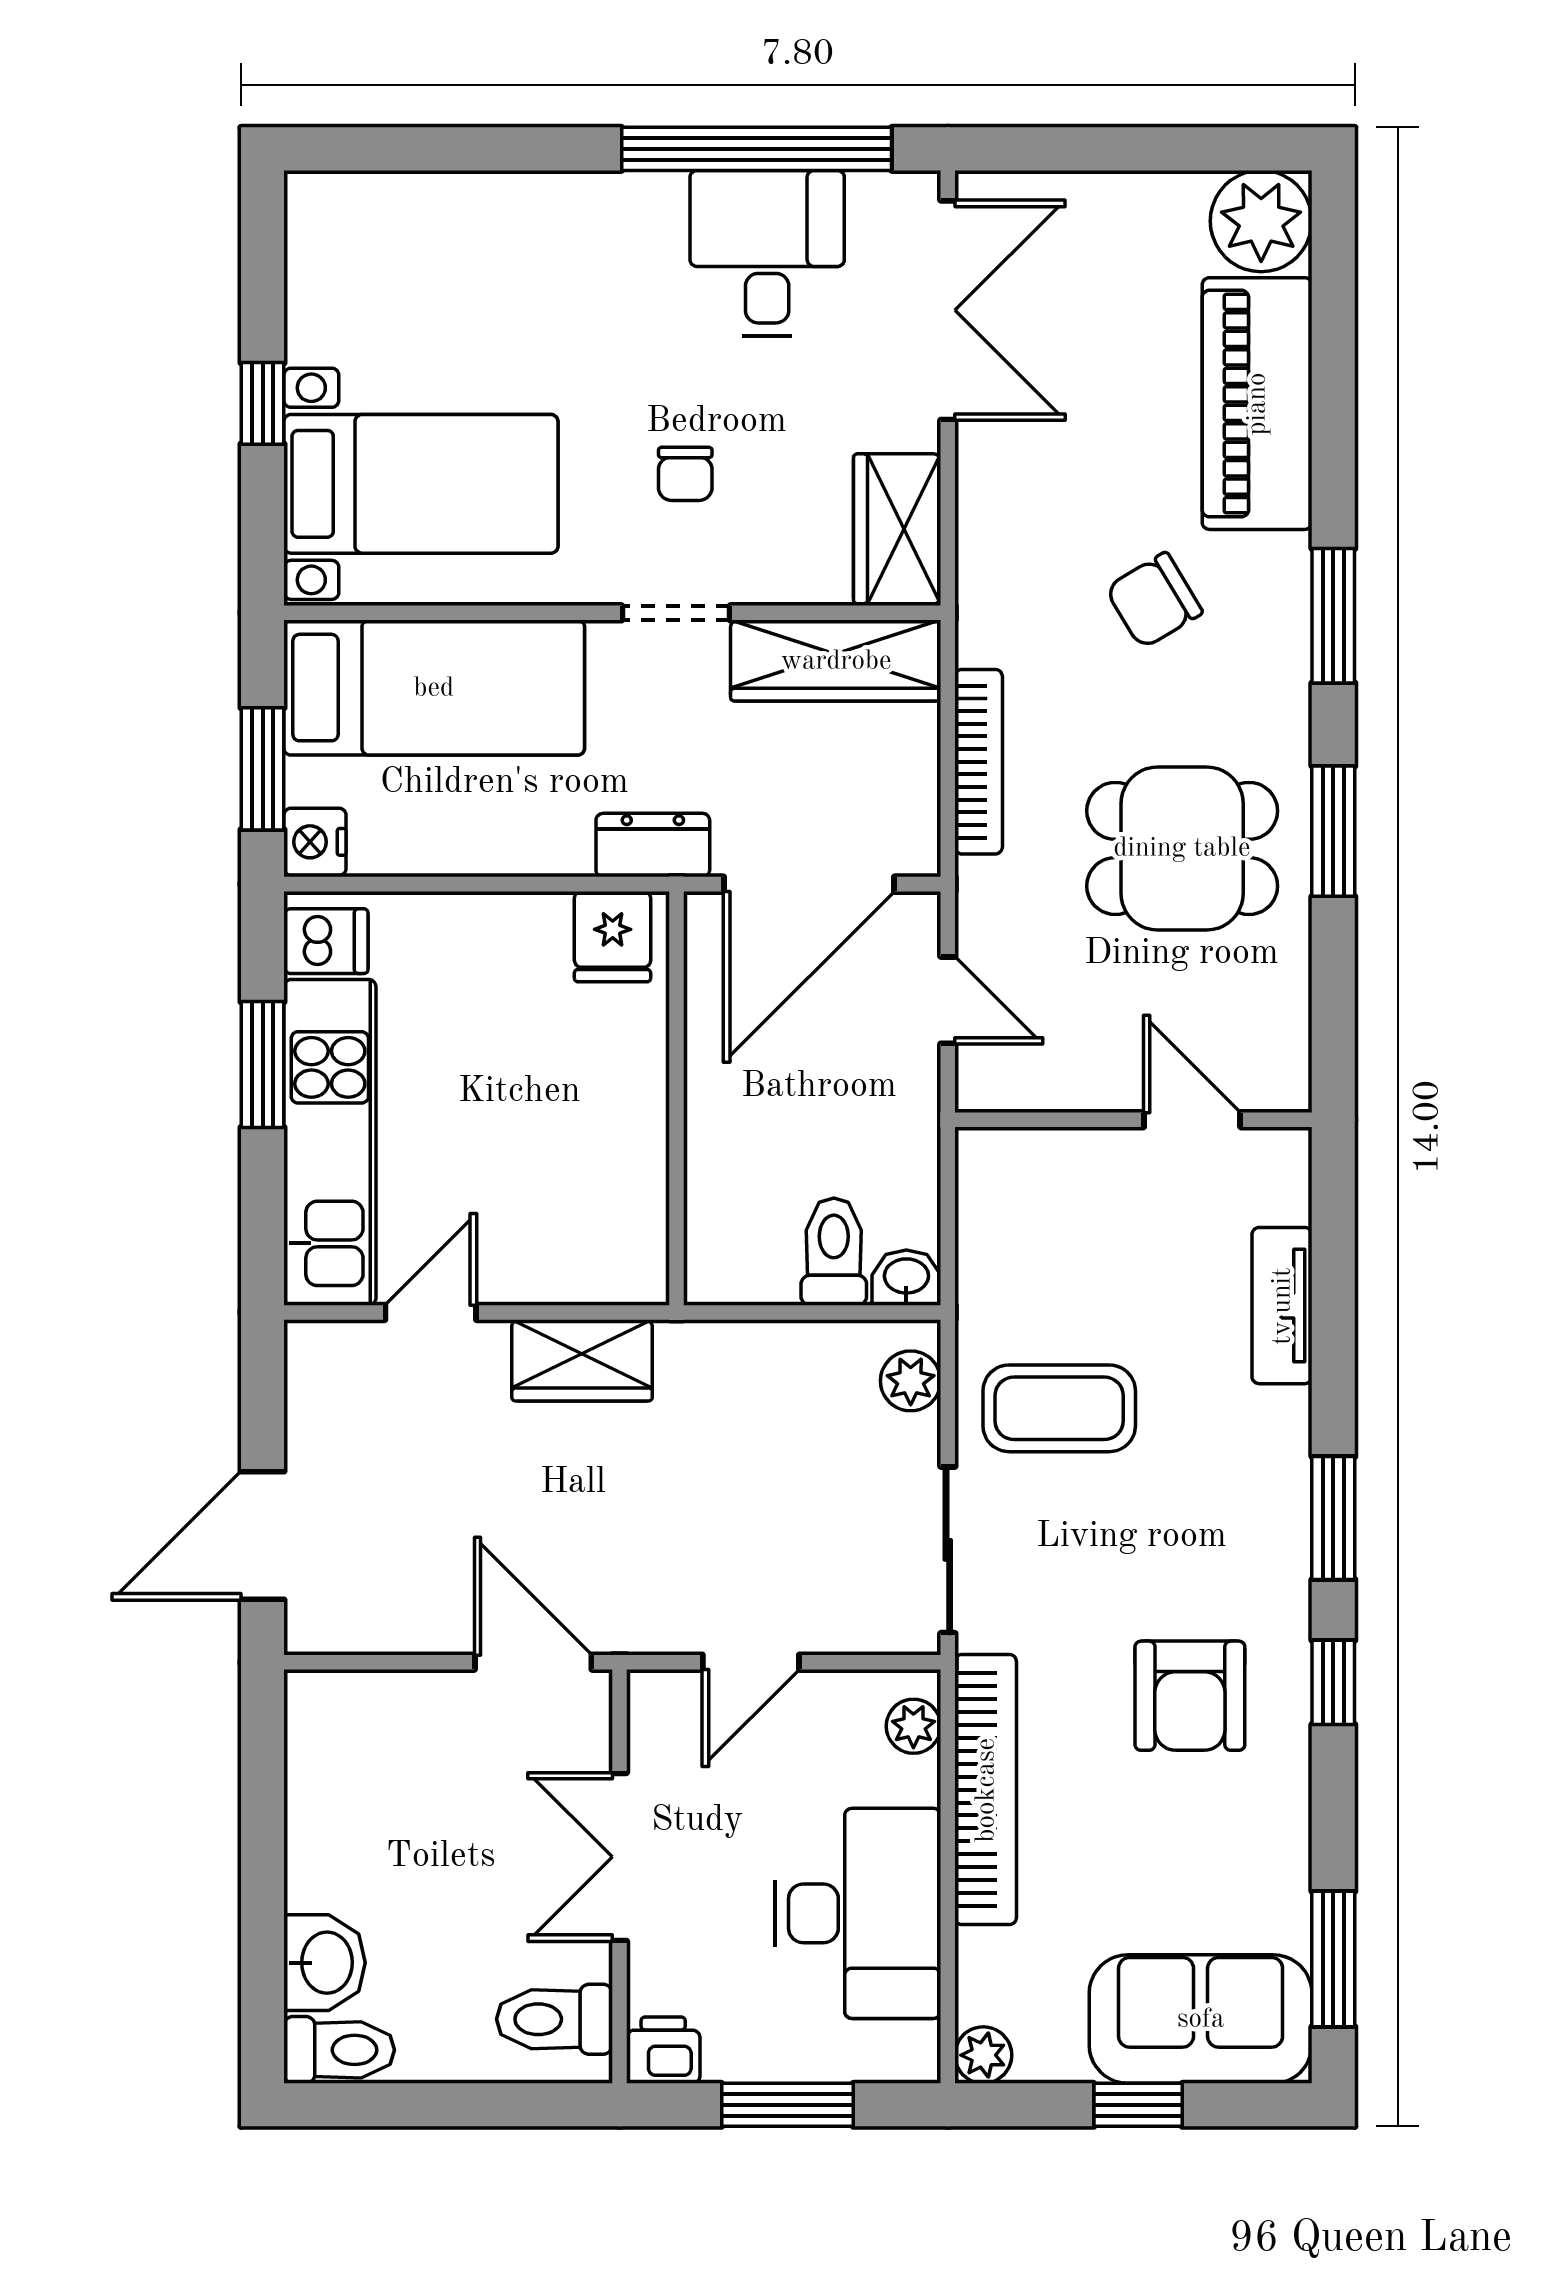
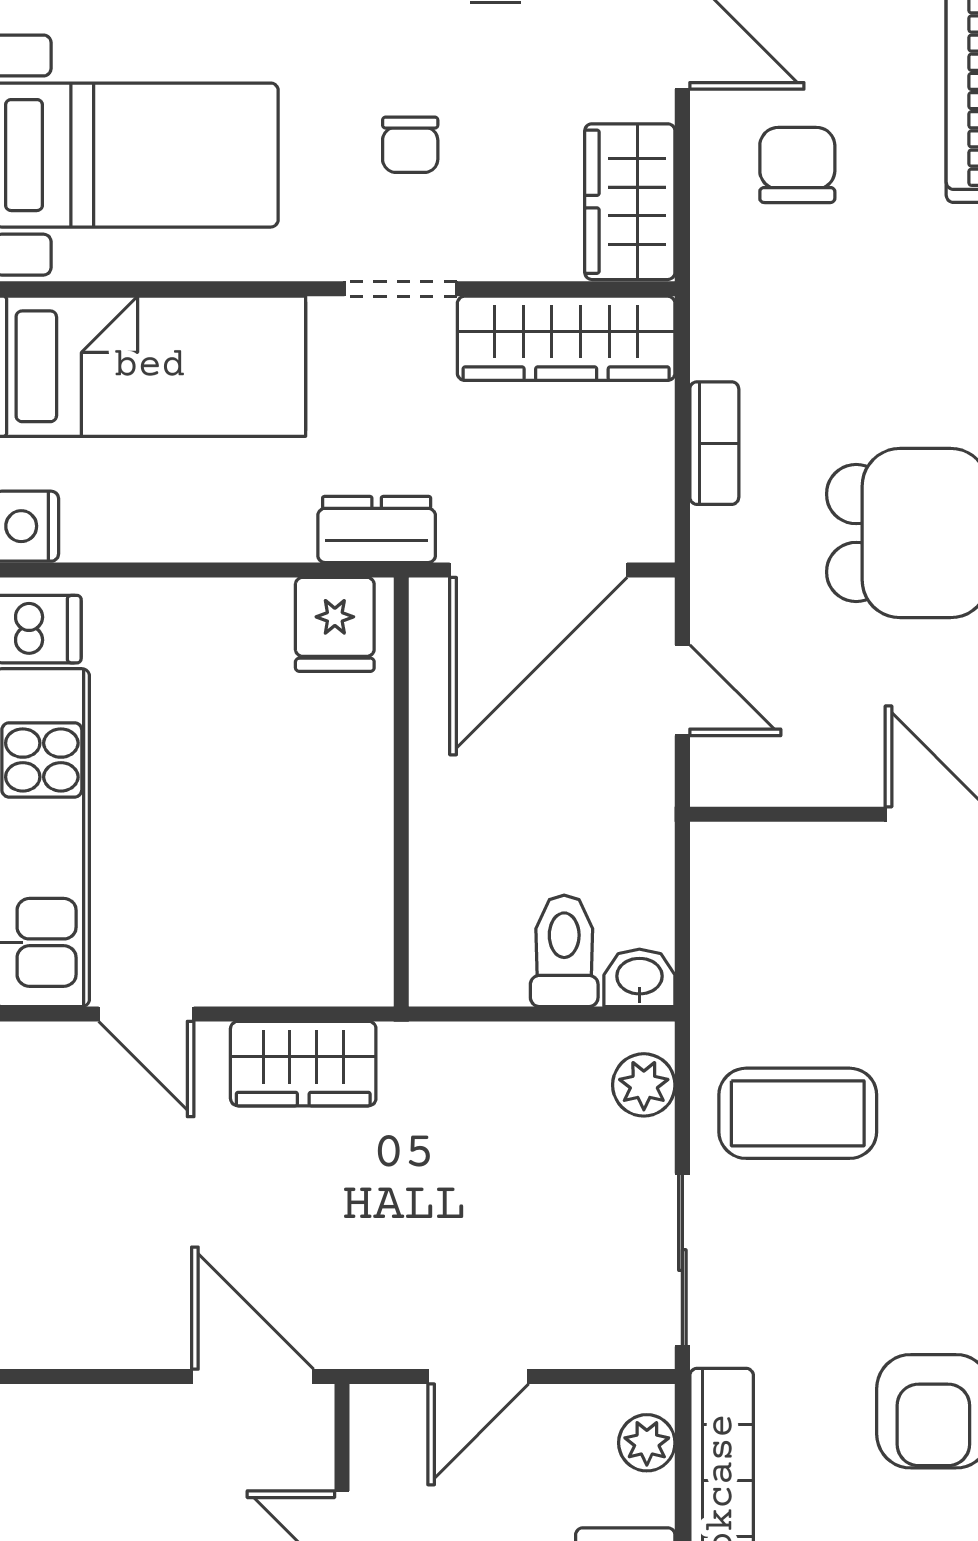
chair: (1154, 600) -> (797, 165), moved, turned 121
bookcase: (979, 762) -> (714, 443), width x0.64
door: (431, 1312) -> (146, 1014), swing flipped

